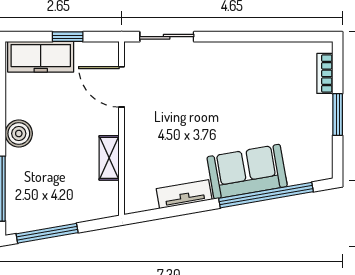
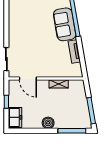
freezer: (41, 57) -> (15, 117), width x0.71
door: (122, 87) -> (28, 79), hinge flipped

